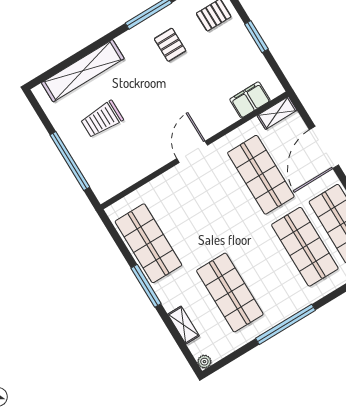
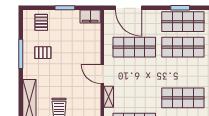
filing cabinet: (250, 100) -> (90, 16), moved, turned -90
shelving: (277, 113) -> (109, 97), moved
door: (324, 147) -> (128, 8), moved

